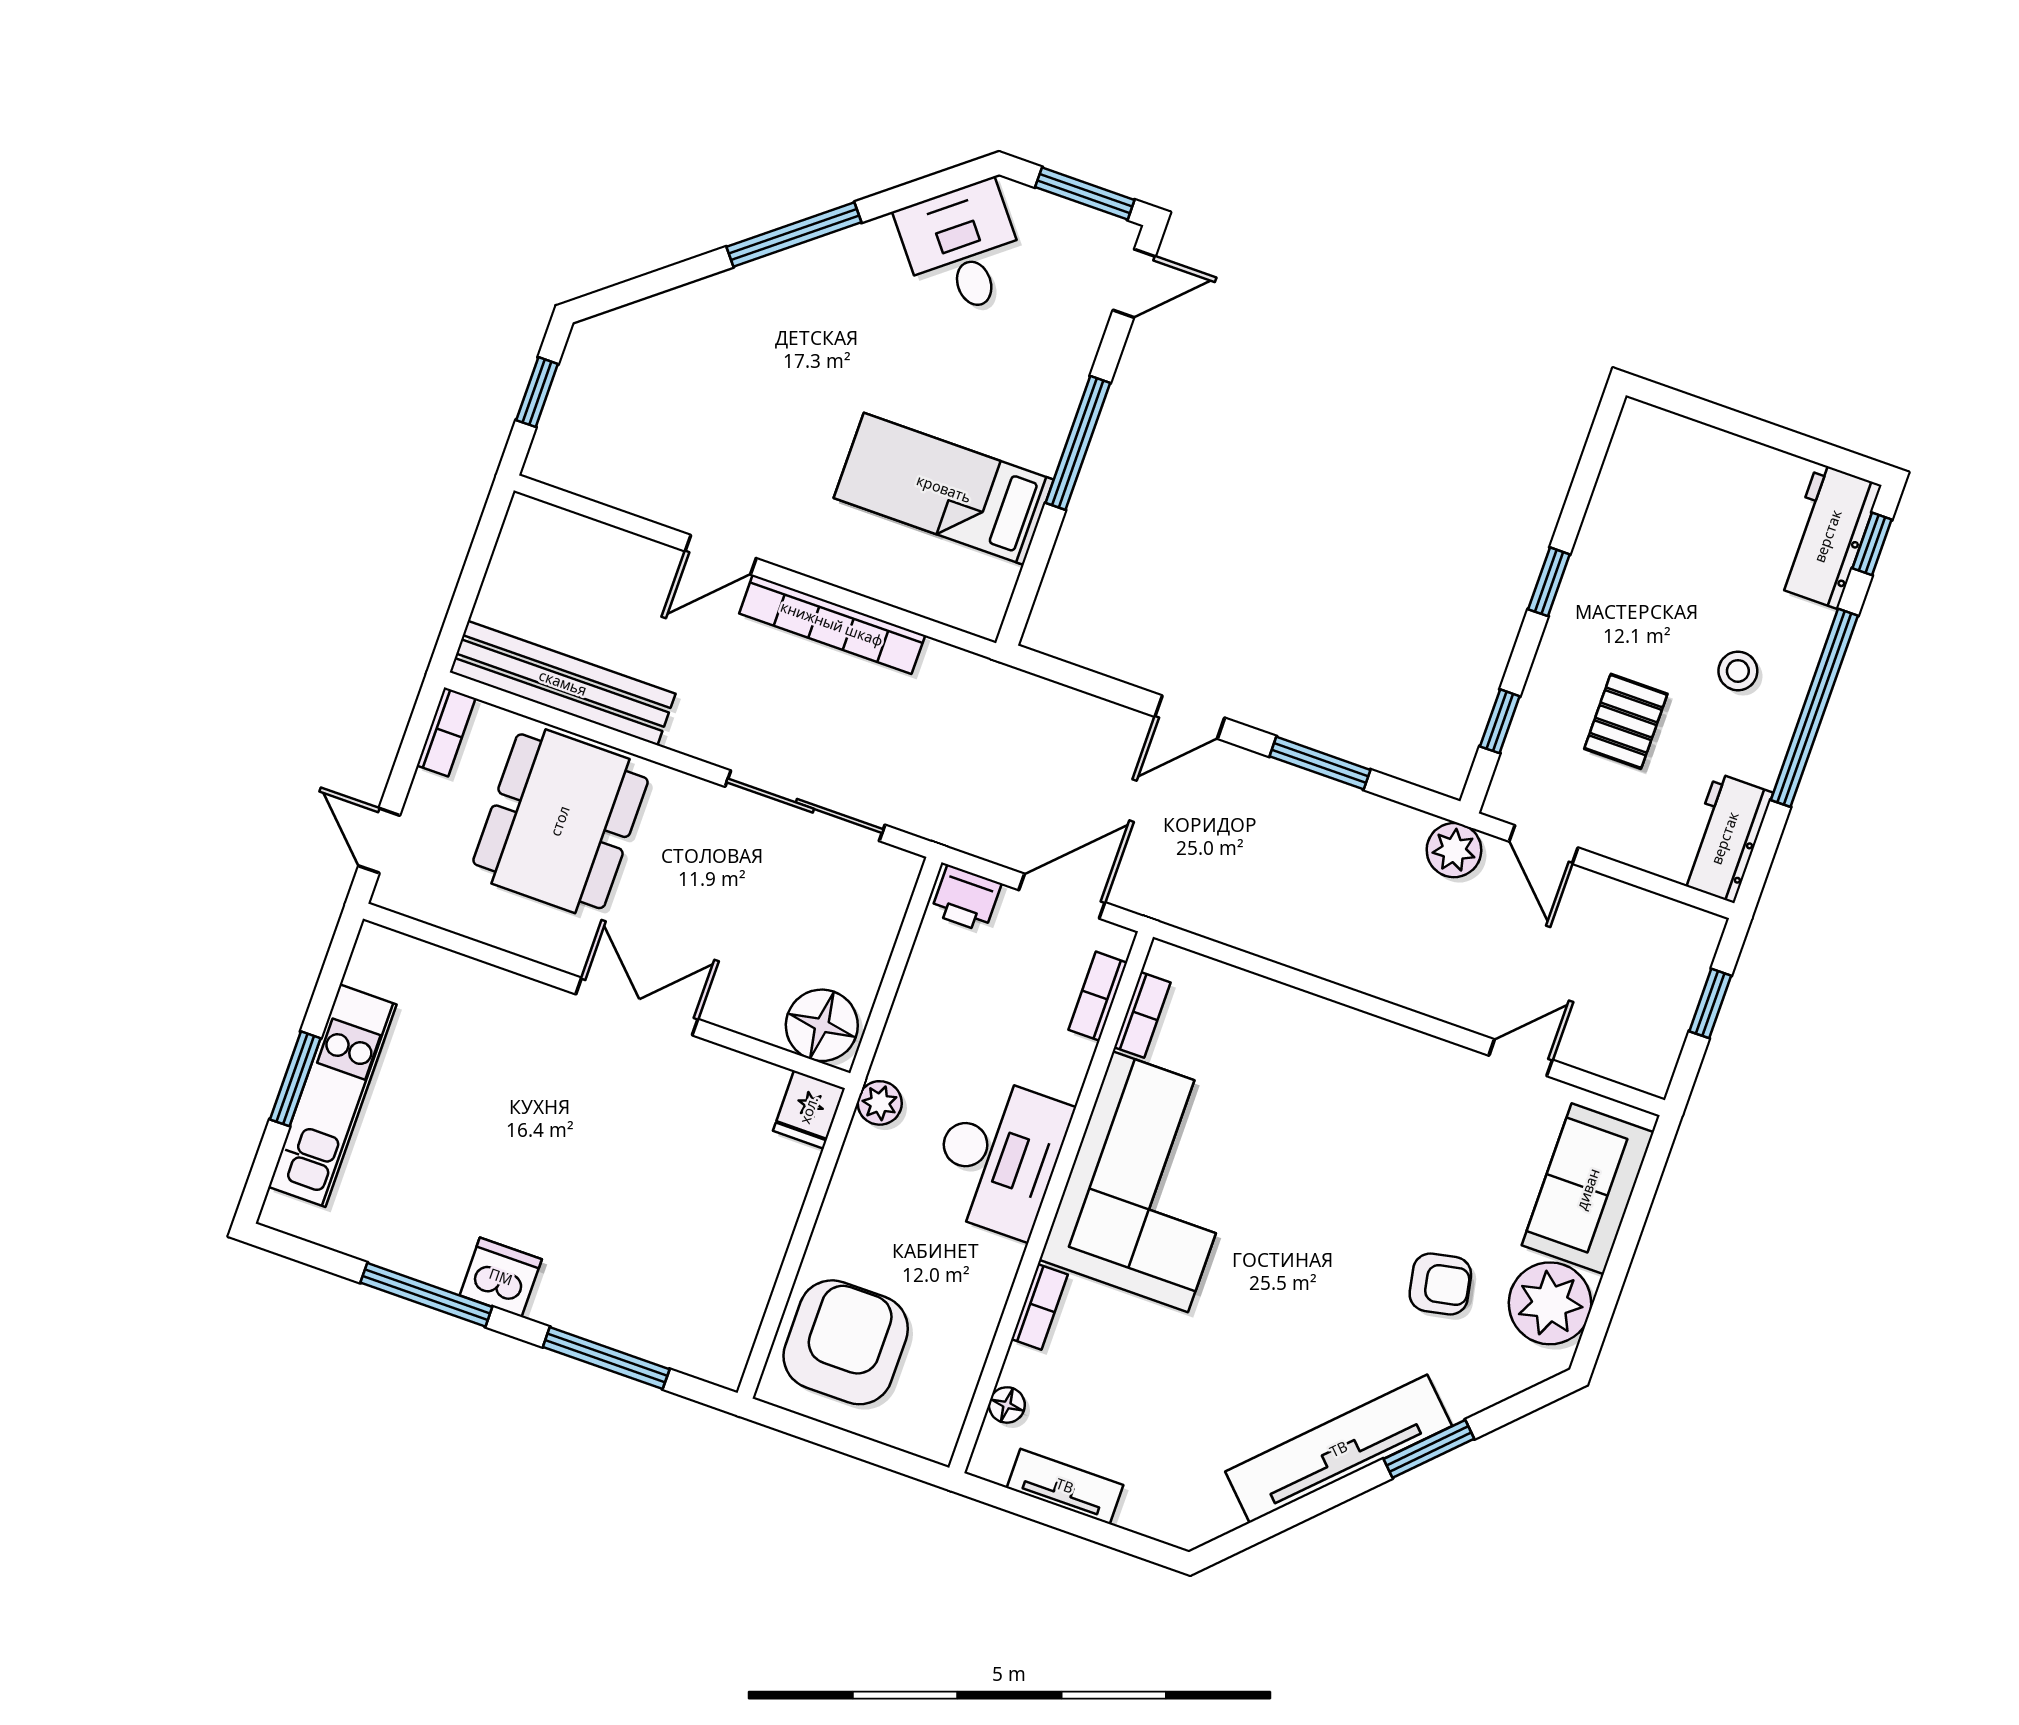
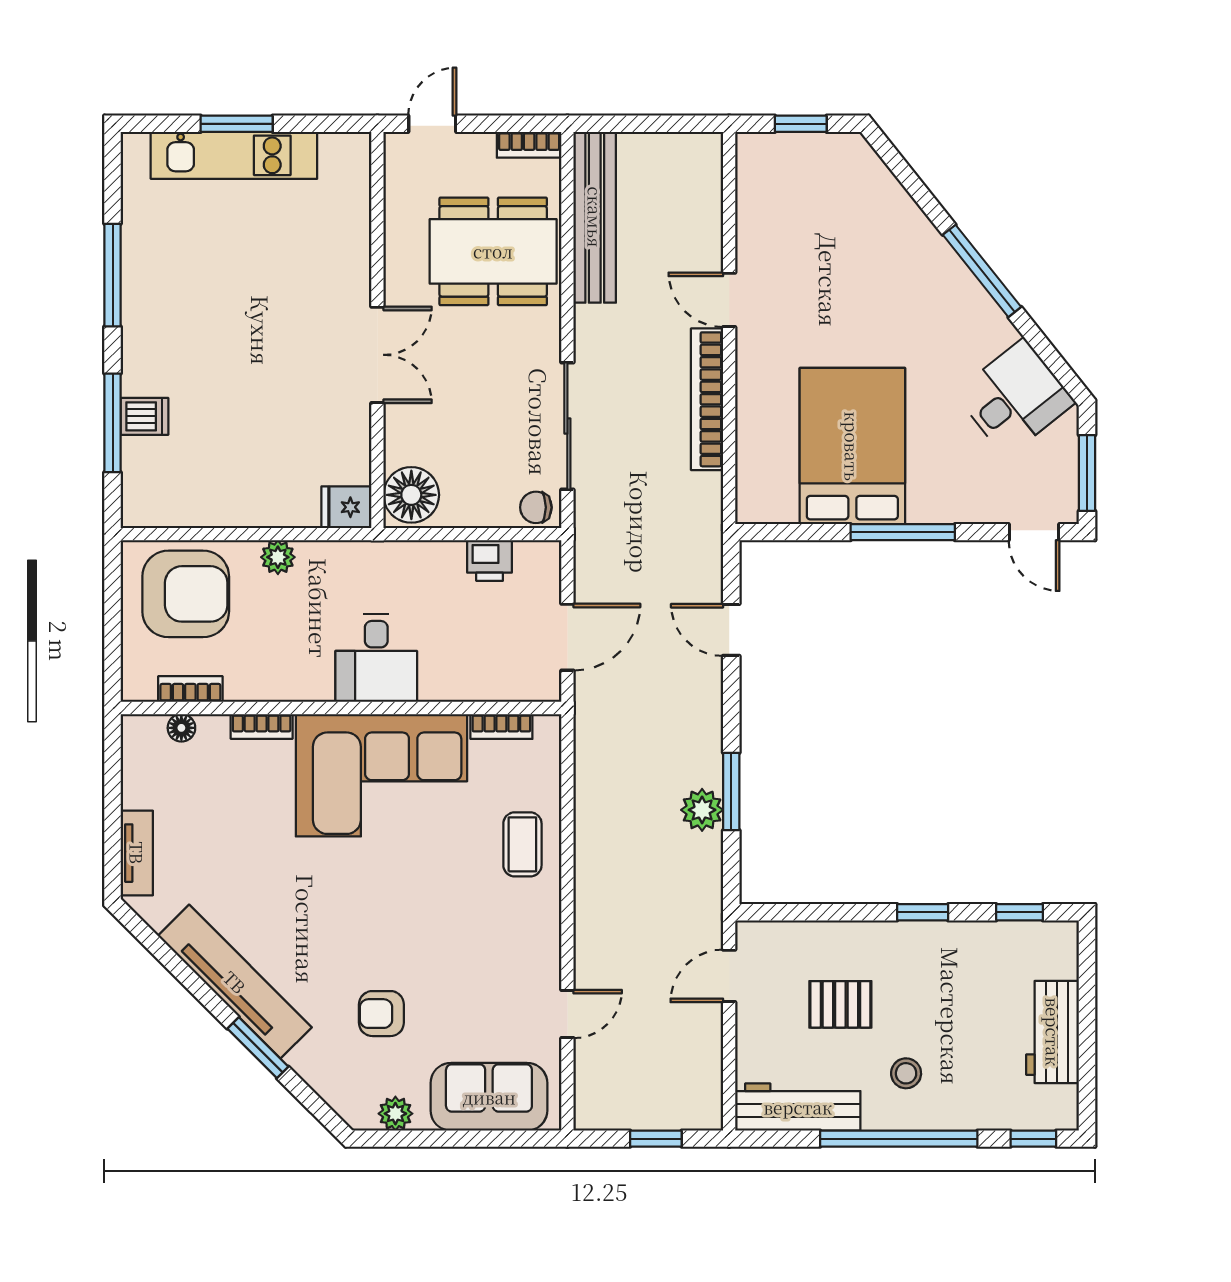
bed: (944, 489) -> (852, 446), width x1.50
workbench: (1828, 536) -> (1053, 1032), moved, turned -90
door: (1190, 717) -> (731, 630), moved
window: (1500, 721) -> (1020, 912), moved
workbench: (1725, 838) -> (798, 1107), width x1.38
plant: (1454, 850) -> (702, 810), moved
chair: (890, 879) -> (536, 507), added
door: (1062, 896) -> (567, 637), hinge flipped
printer: (966, 898) -> (490, 561), moved, turned -90
bookcase: (1098, 996) -> (190, 689), moved
coffee table: (1295, 1040) -> (522, 844), added
door: (1521, 1058) -> (567, 1014), hinge flipped
plant: (880, 1103) -> (278, 557), moved
desk: (999, 1156) -> (376, 658), width x0.73
dishwasher: (501, 1277) -> (144, 416), moved, width x0.73
armchair: (1440, 1284) -> (381, 1014), turned 101
plant: (1550, 1303) -> (395, 1114), width x0.53, depth x0.53
tv unit: (1065, 1486) -> (137, 853), moved

